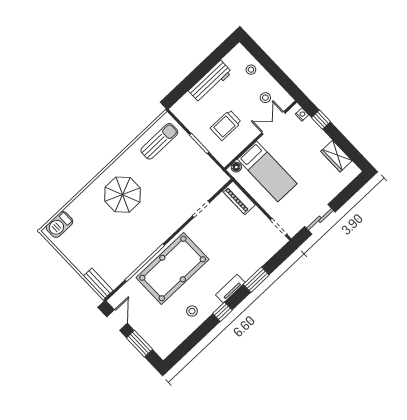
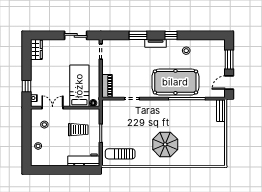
workbench: (210, 81) -> (84, 160), moved
double door: (273, 123) -> (53, 108), swing flipped
wardrobe: (336, 156) -> (36, 49), moved
barbecue: (59, 224) -> (212, 160), removed

